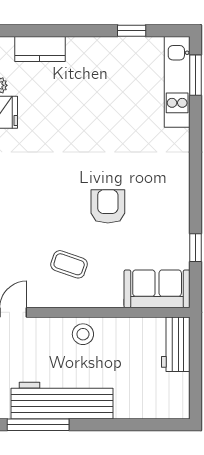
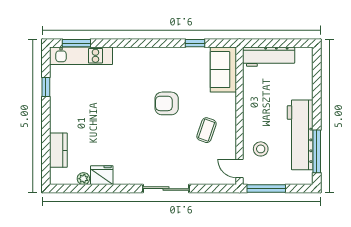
stool: (83, 334) -> (261, 149), moved
workbench: (176, 344) -> (269, 57), width x1.38

